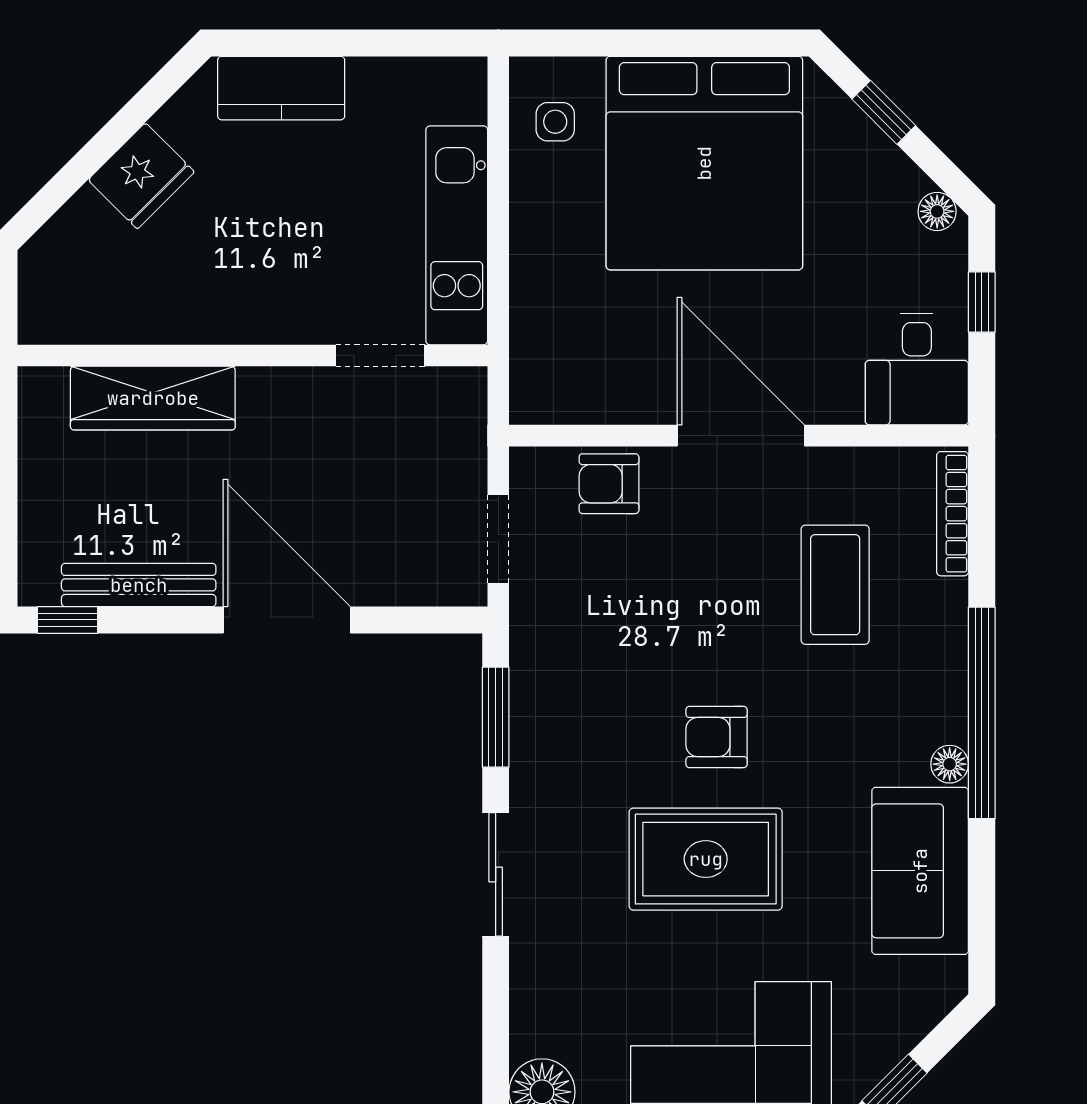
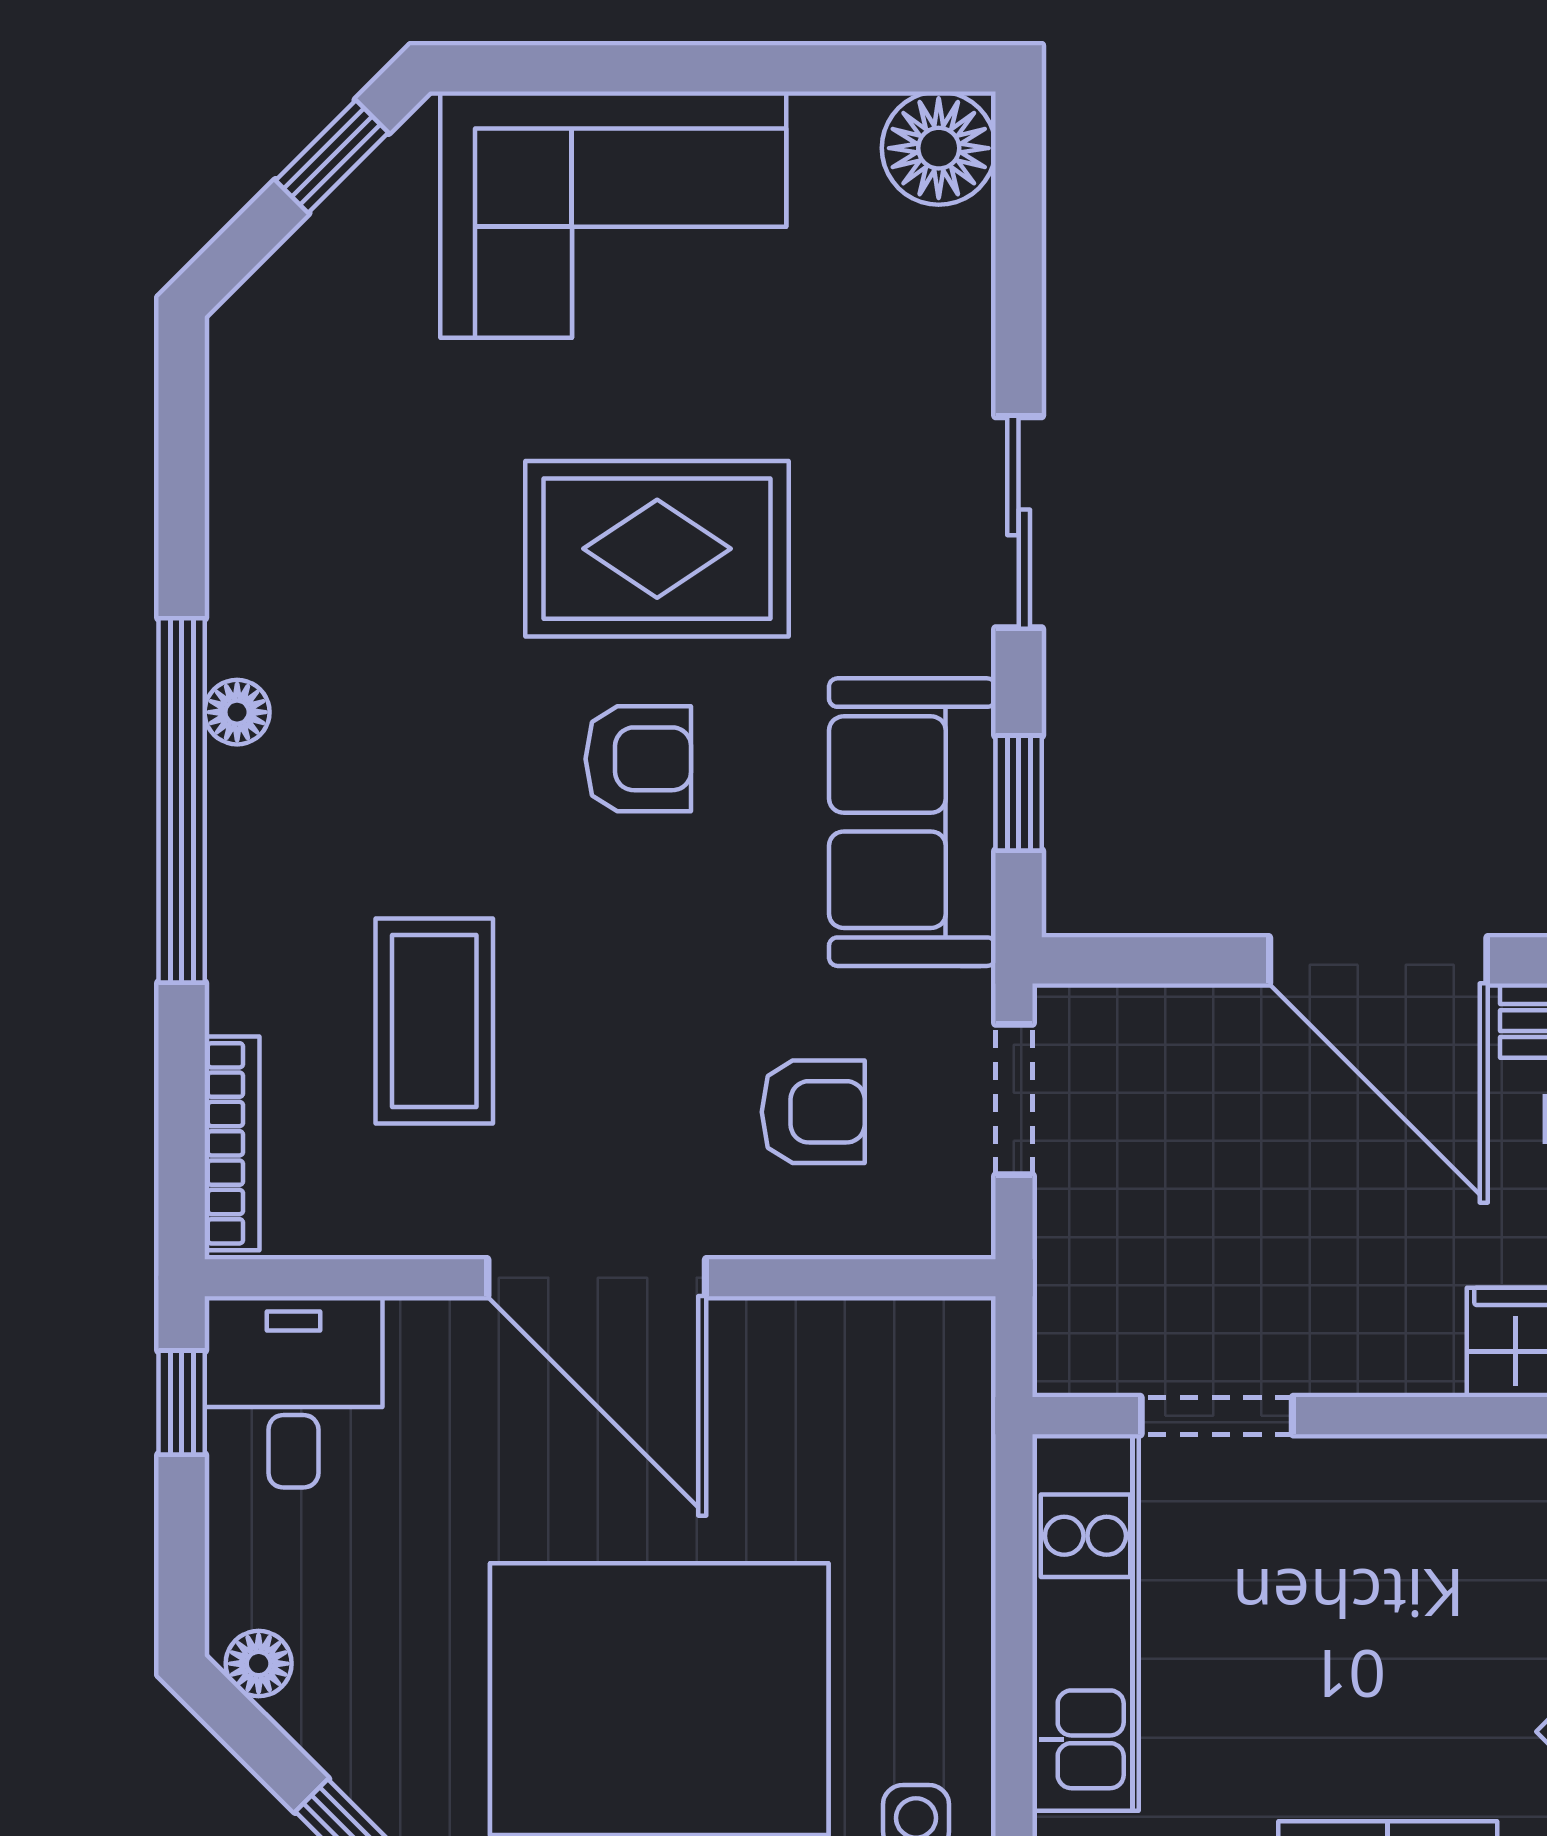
window: (982, 302) -> (182, 1403), moved
armchair: (609, 484) -> (813, 1112), moved
window: (496, 717) -> (1019, 793), width x0.67
sofa: (920, 871) -> (912, 822), moved, turned 180

